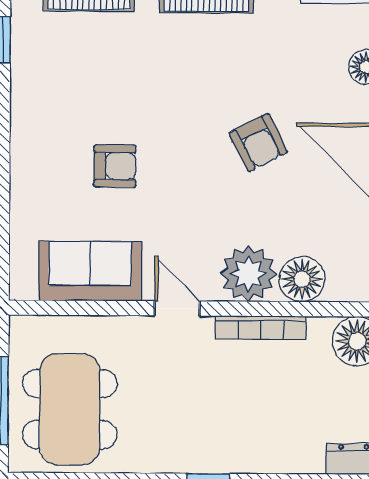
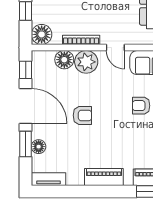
armchair: (258, 143) -> (82, 115), turned 117

